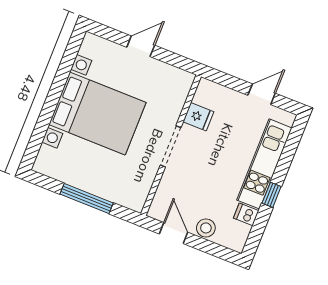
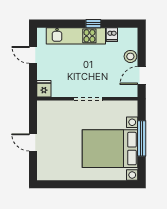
bed with nightstands: (97, 113) -> (110, 149), moved, turned -90
fridge: (198, 117) -> (44, 89), moved

